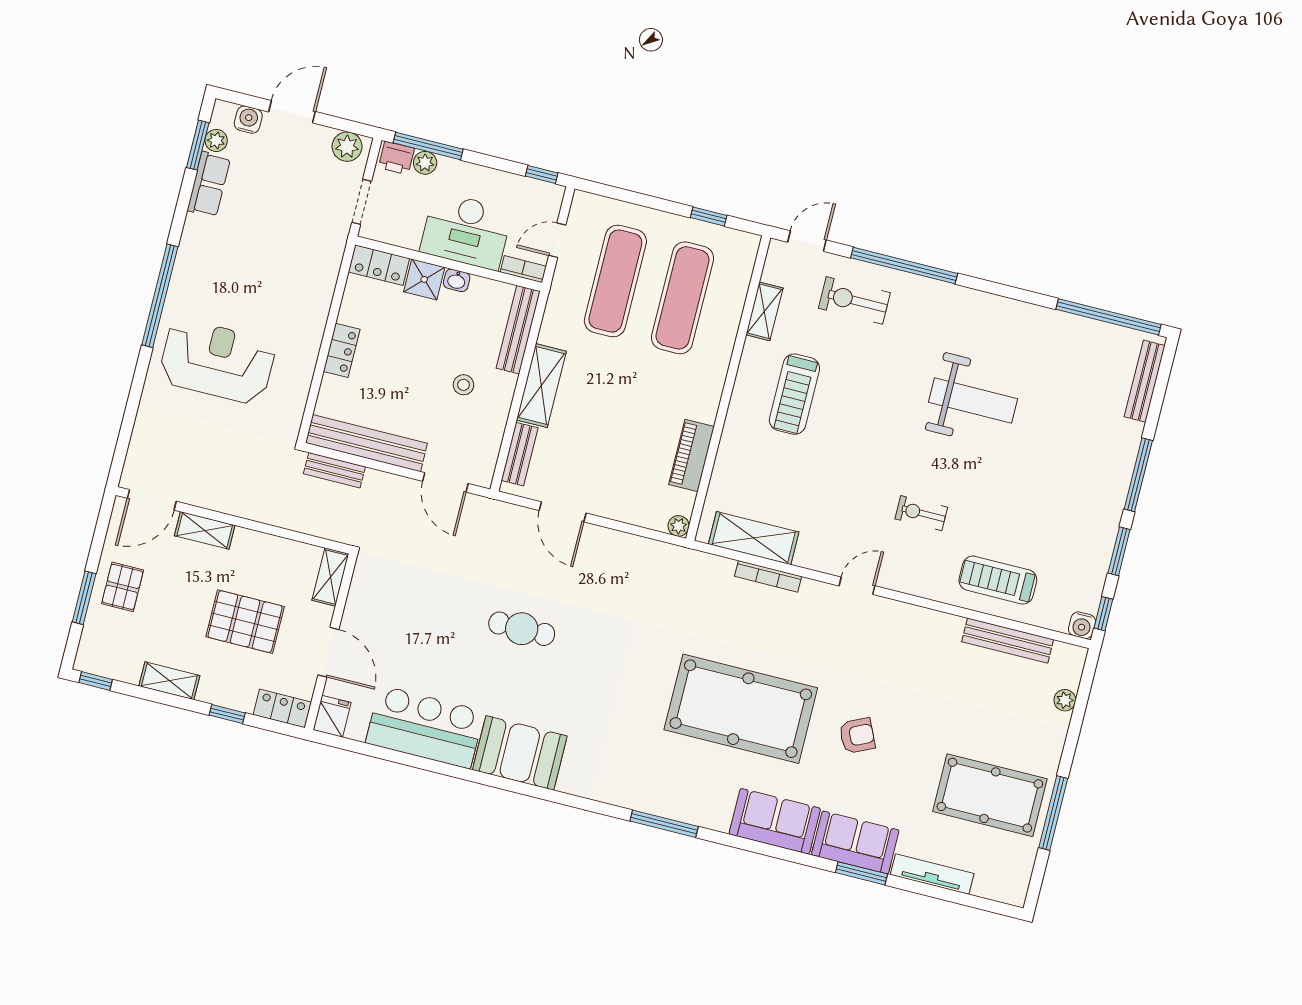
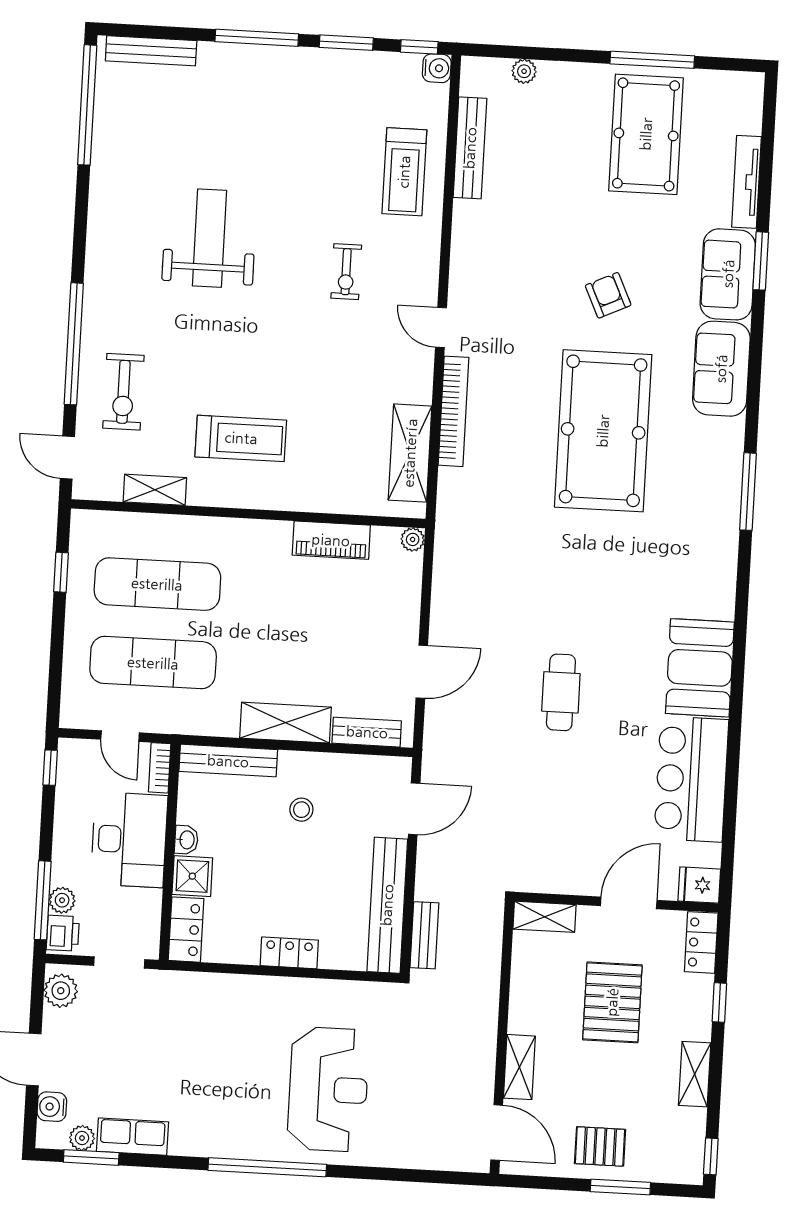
reception desk: (217, 361) -> (328, 1089), turned 180
bookcase: (768, 576) -> (454, 411), width x1.48, depth x1.31

